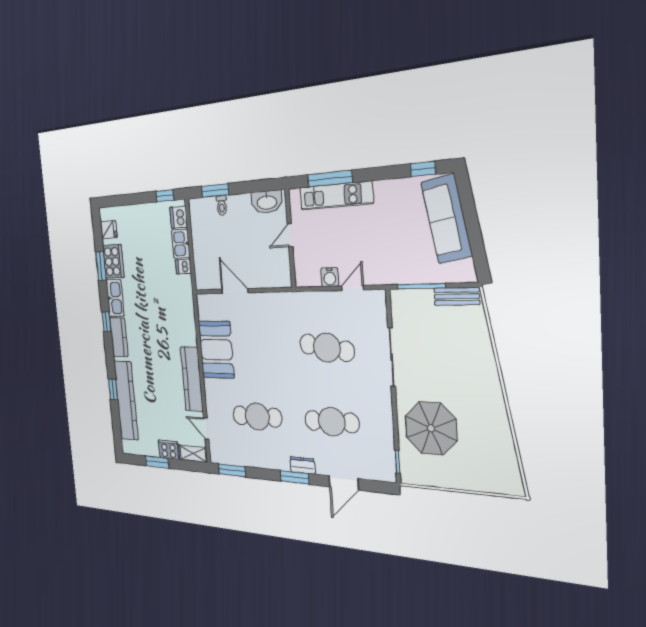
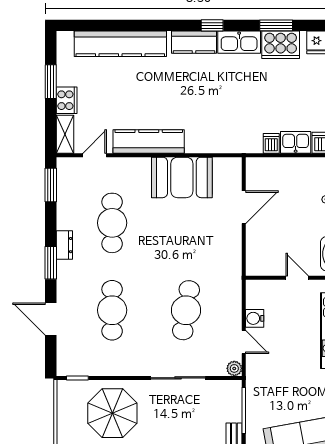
plant: (379, 297) -> (234, 368), added
window: (113, 389) -> (133, 25), removed
dresser: (303, 465) -> (64, 245), moved

